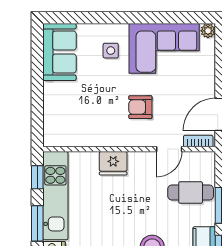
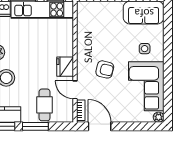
armchair: (140, 107) -> (105, 69), turned 103
fridge: (113, 163) -> (65, 67), moved

